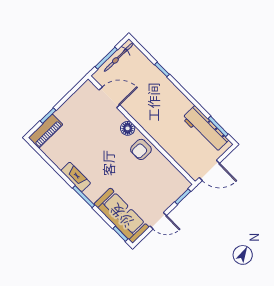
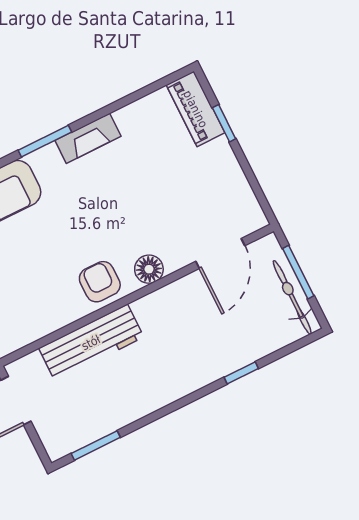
workbench: (205, 129) -> (91, 343), moved, turned 180

